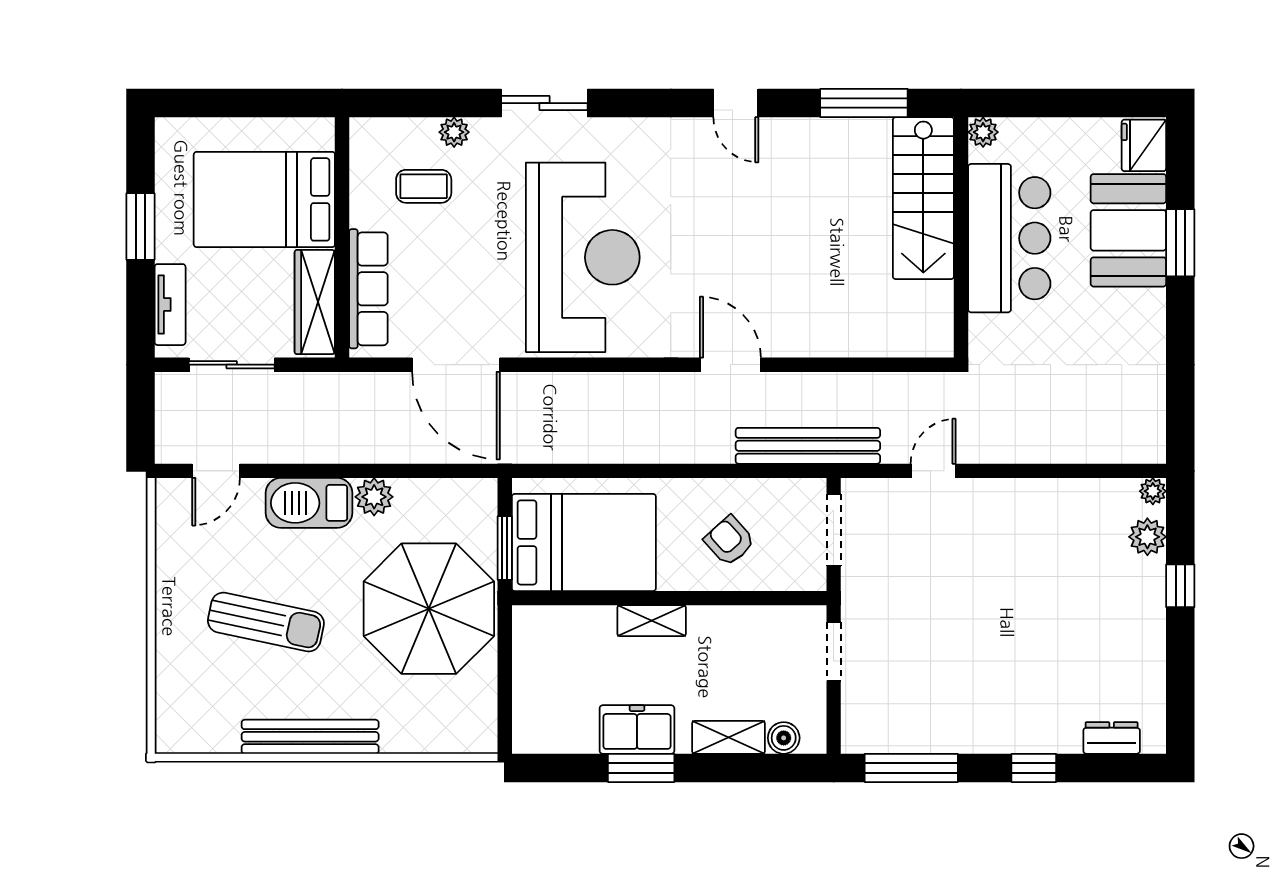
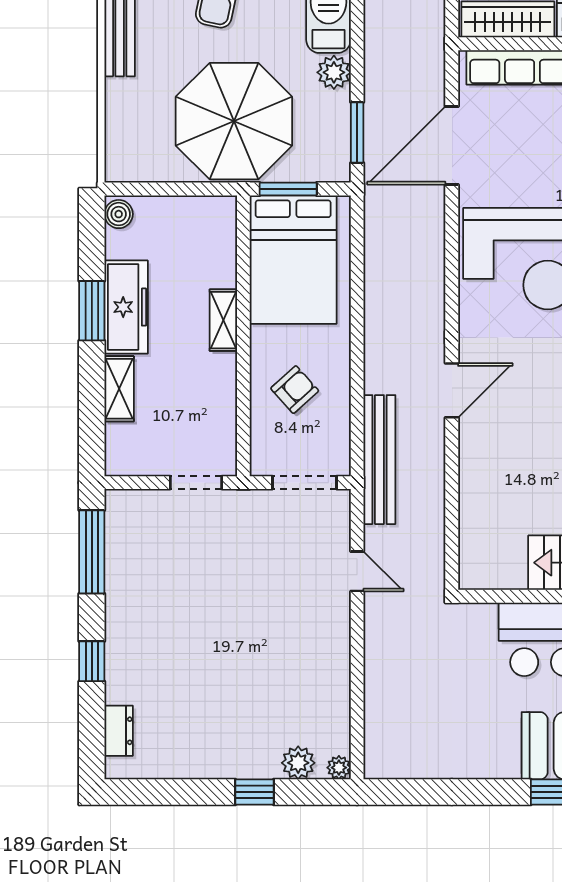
window: (441, 471) -> (357, 132), added
freezer: (637, 729) -> (126, 307), width x1.40
boiler: (784, 738) -> (119, 214), moved

